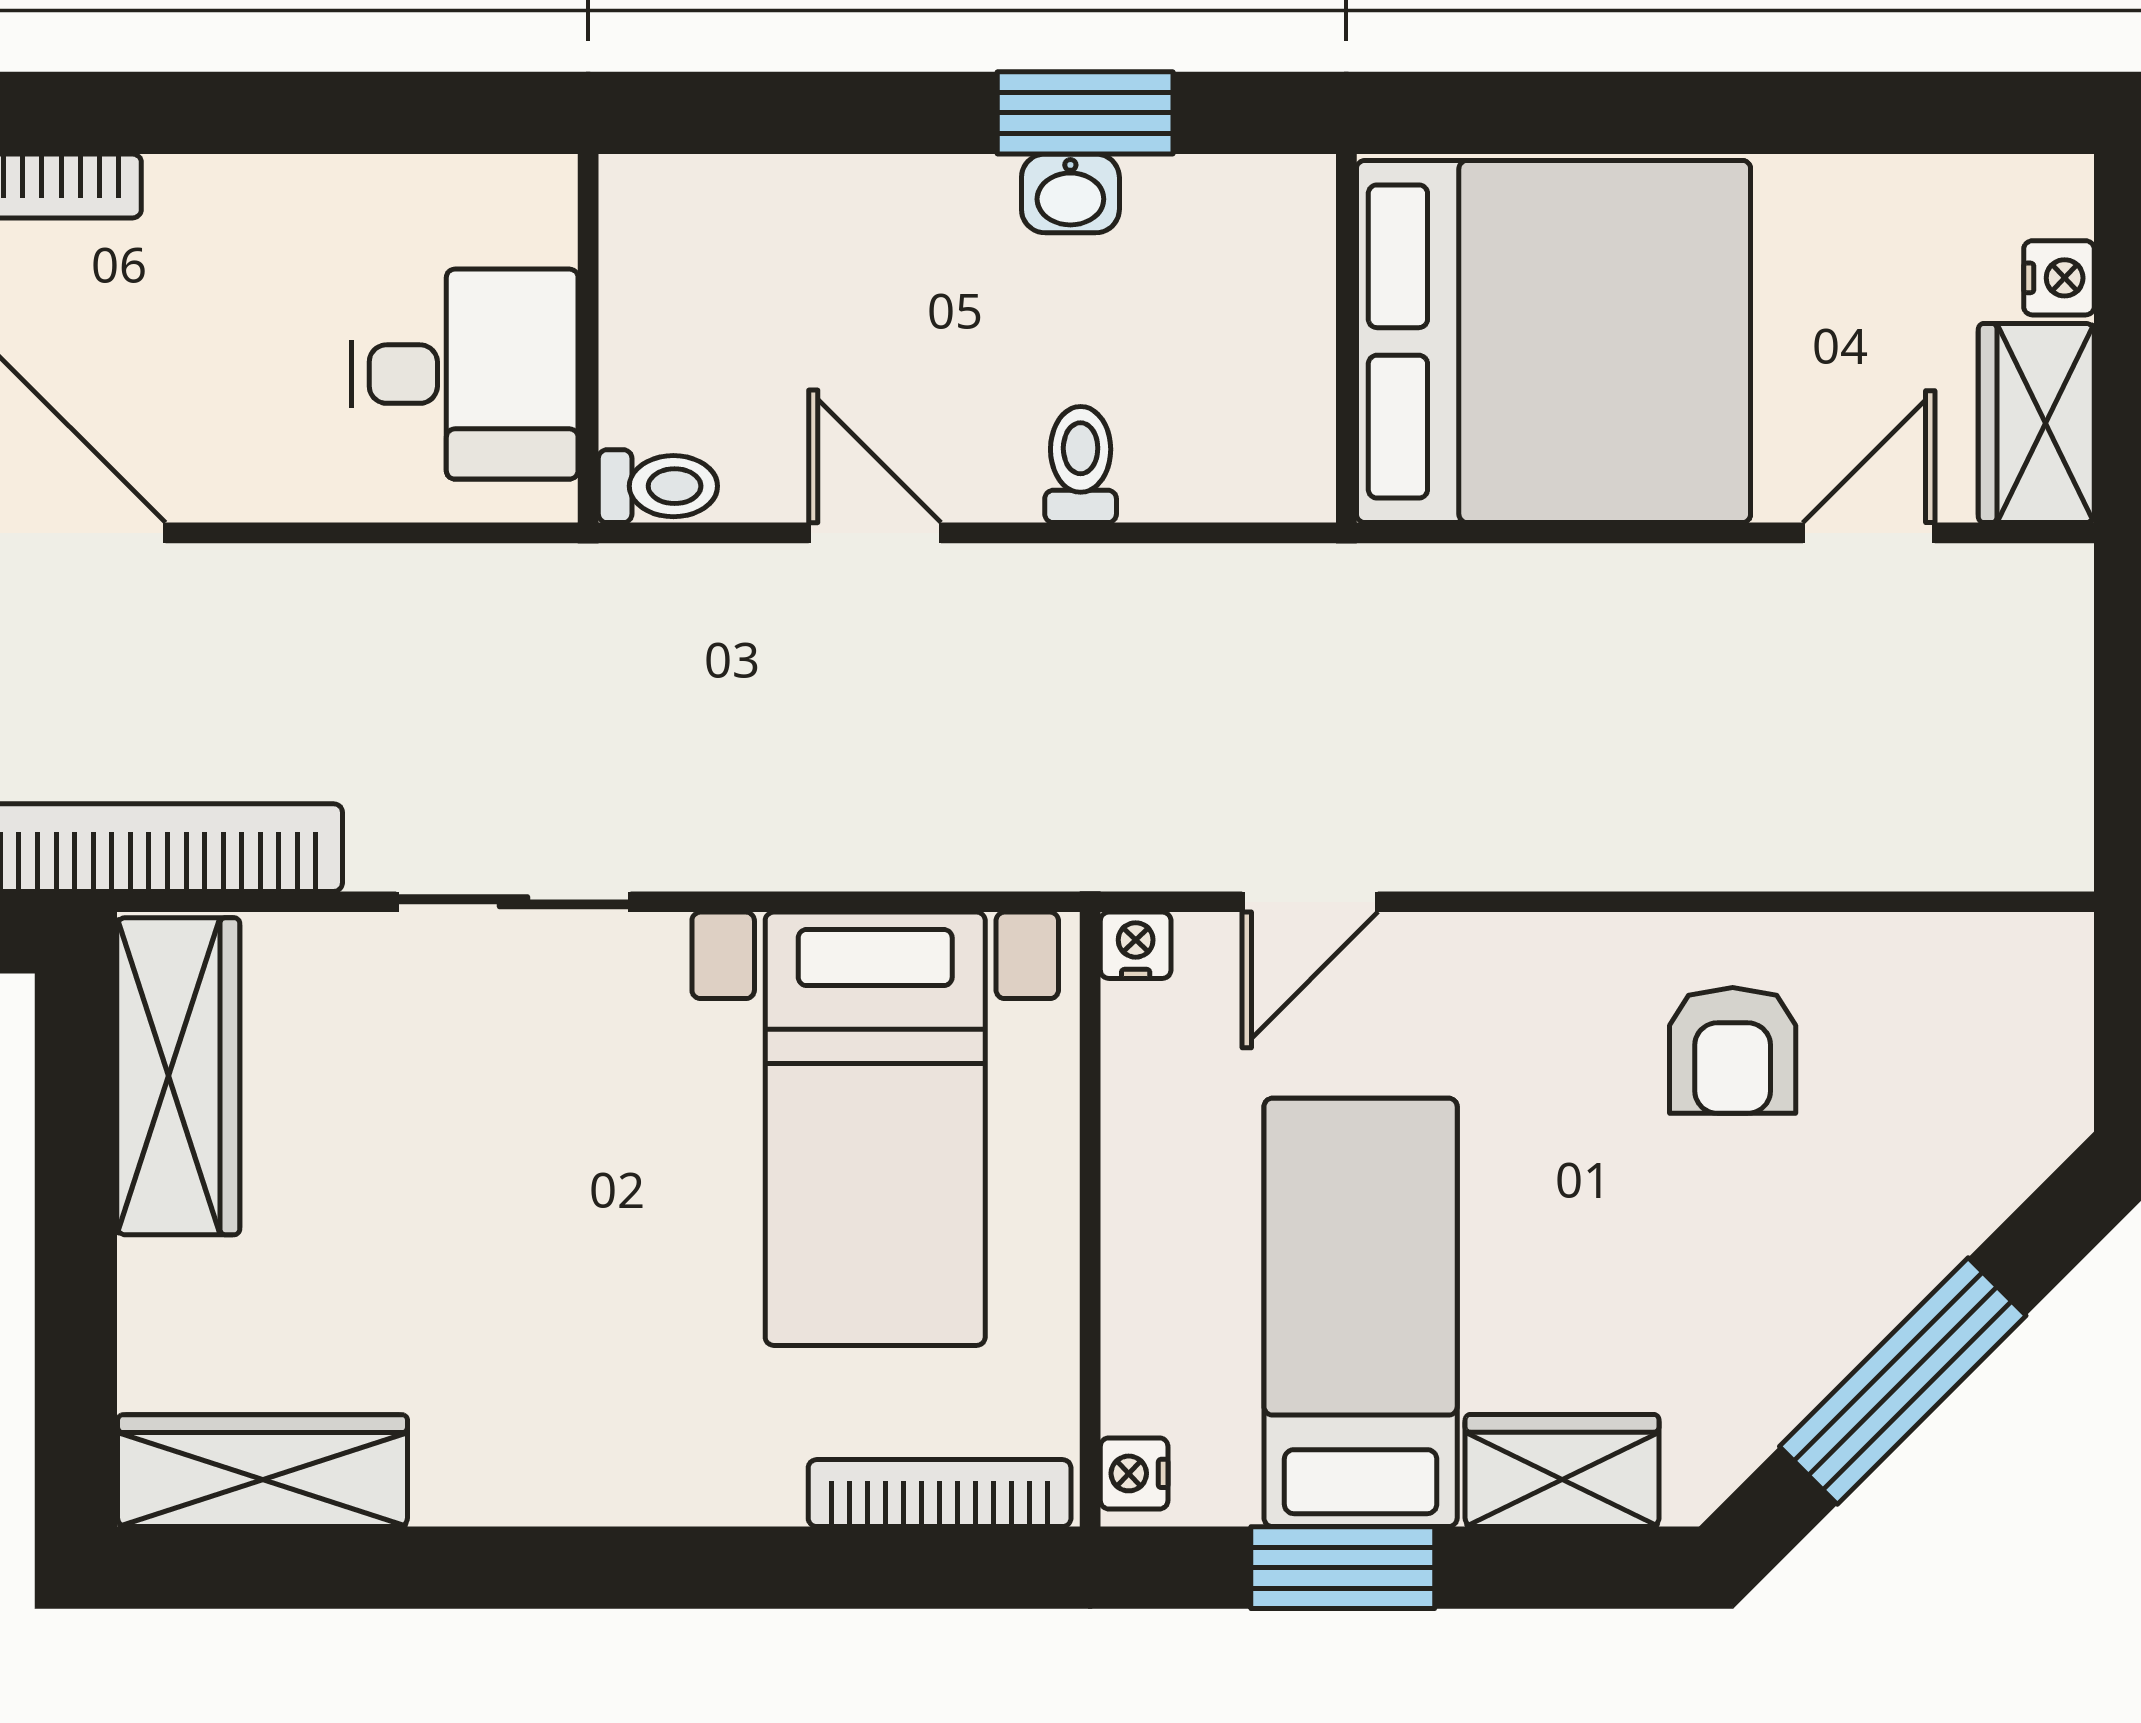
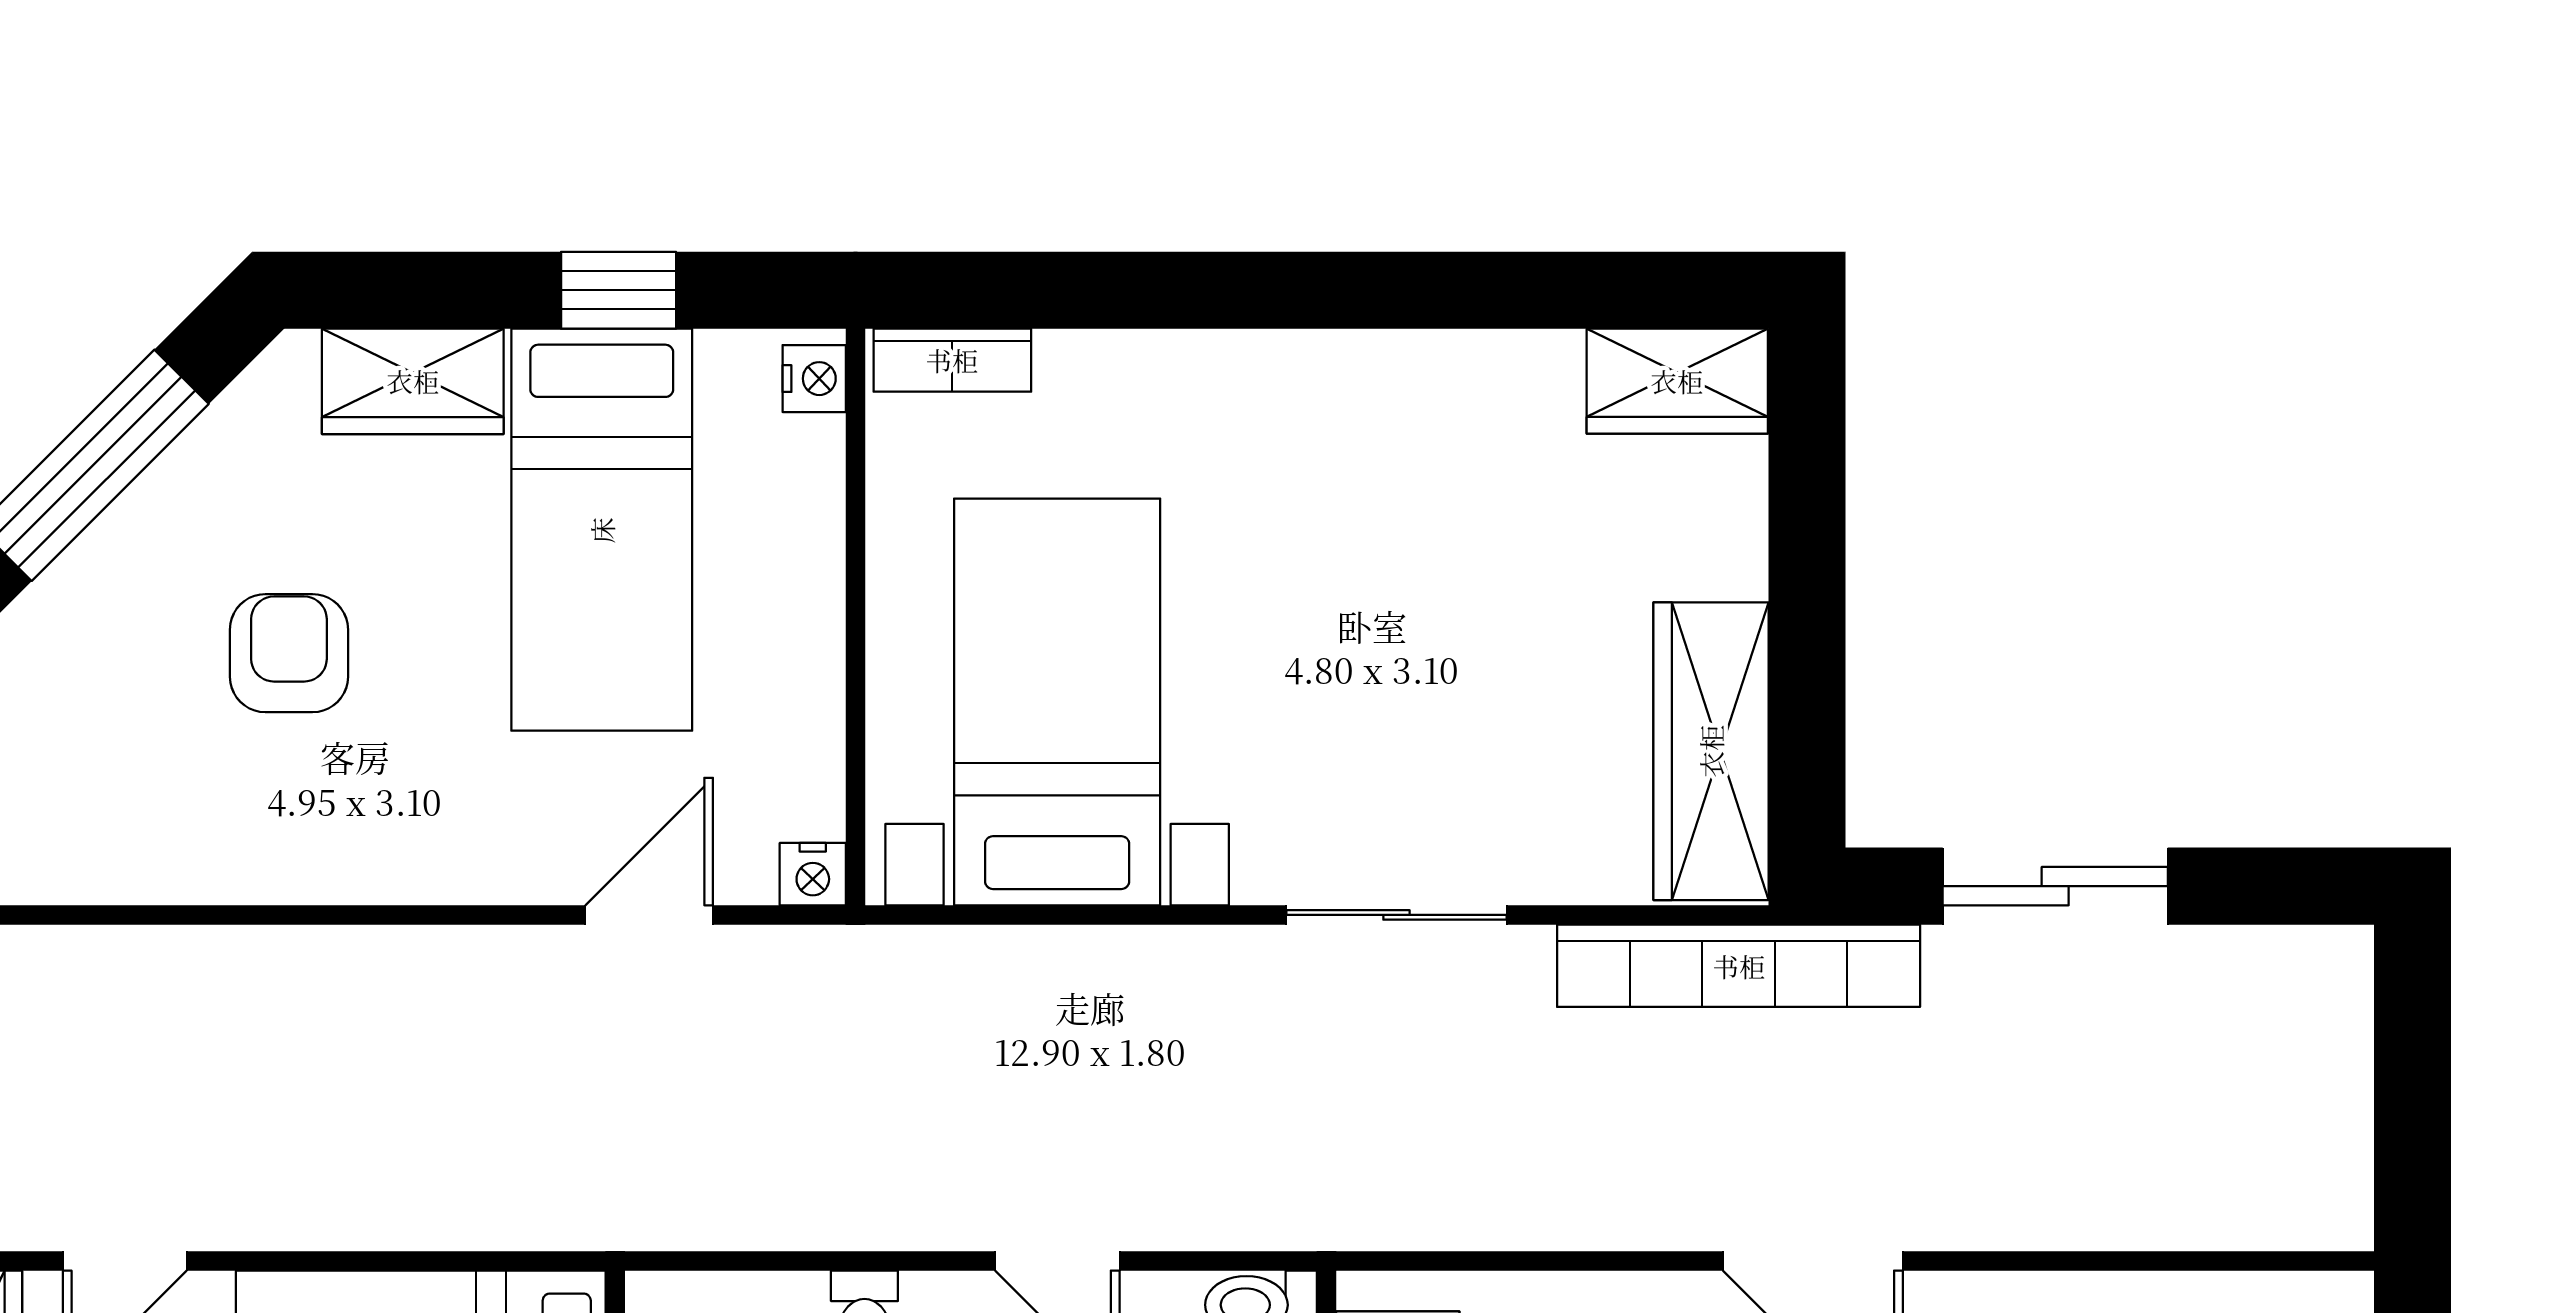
armchair: (1733, 1050) -> (289, 653), moved
wardrobe: (263, 1471) -> (1677, 381), width x0.67
bookcase: (940, 1493) -> (952, 360), width x0.64
window: (1343, 1568) -> (619, 290), width x0.67

